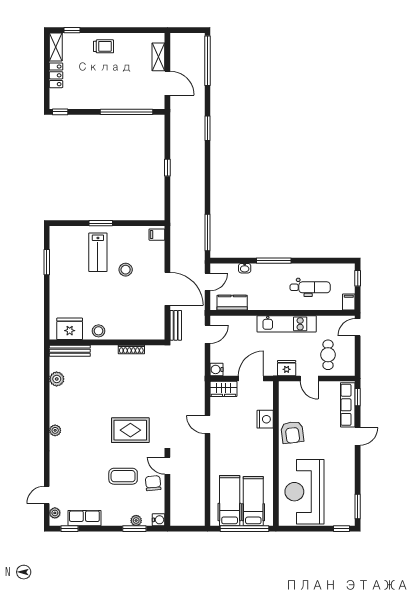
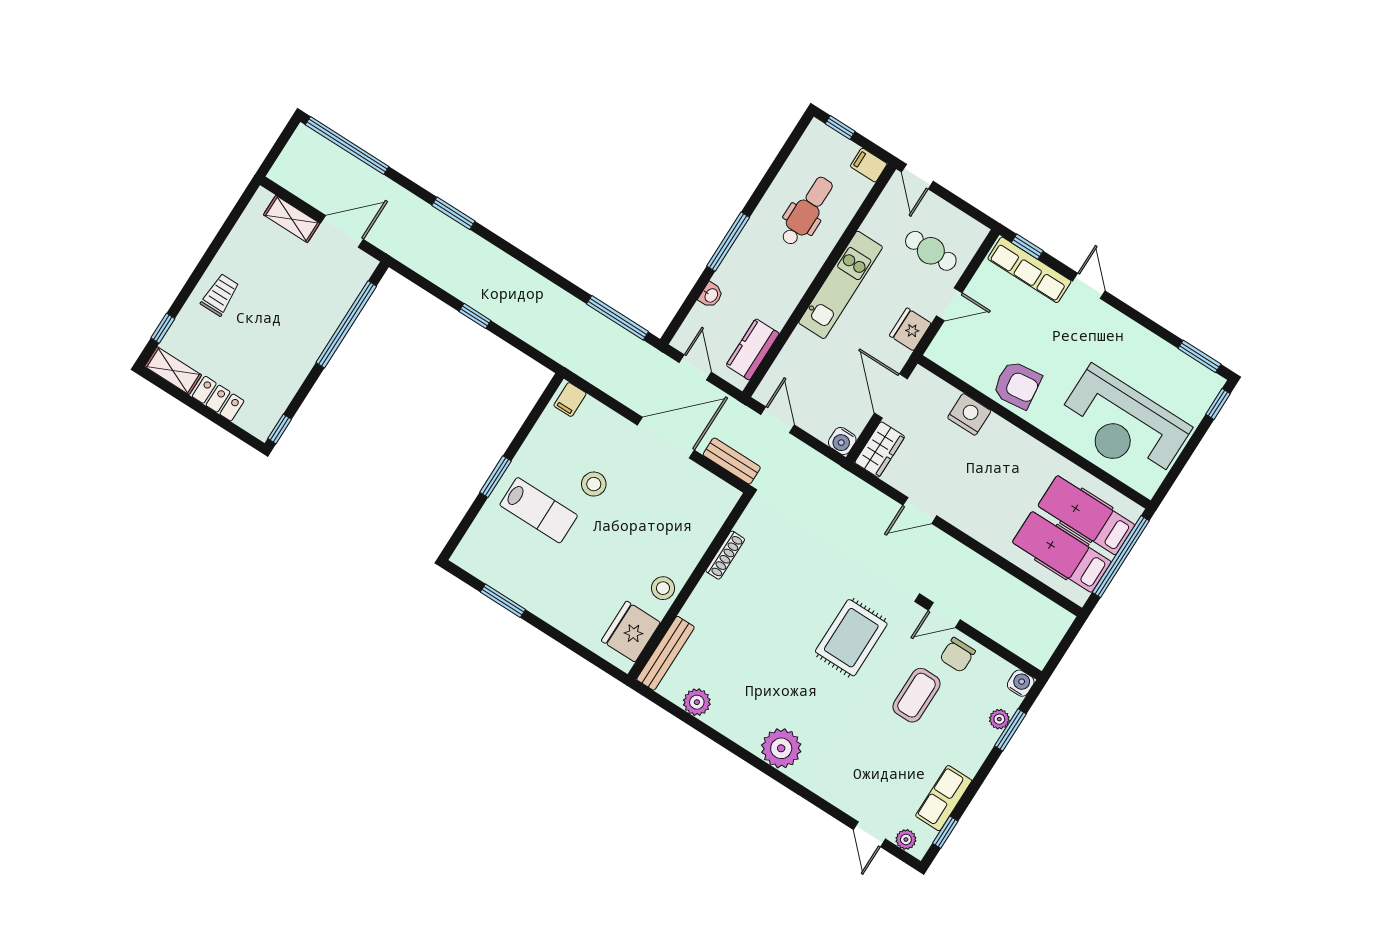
plant: (55, 430) -> (781, 748), width x1.87, depth x1.87
chair: (153, 483) -> (958, 655), turned -85

